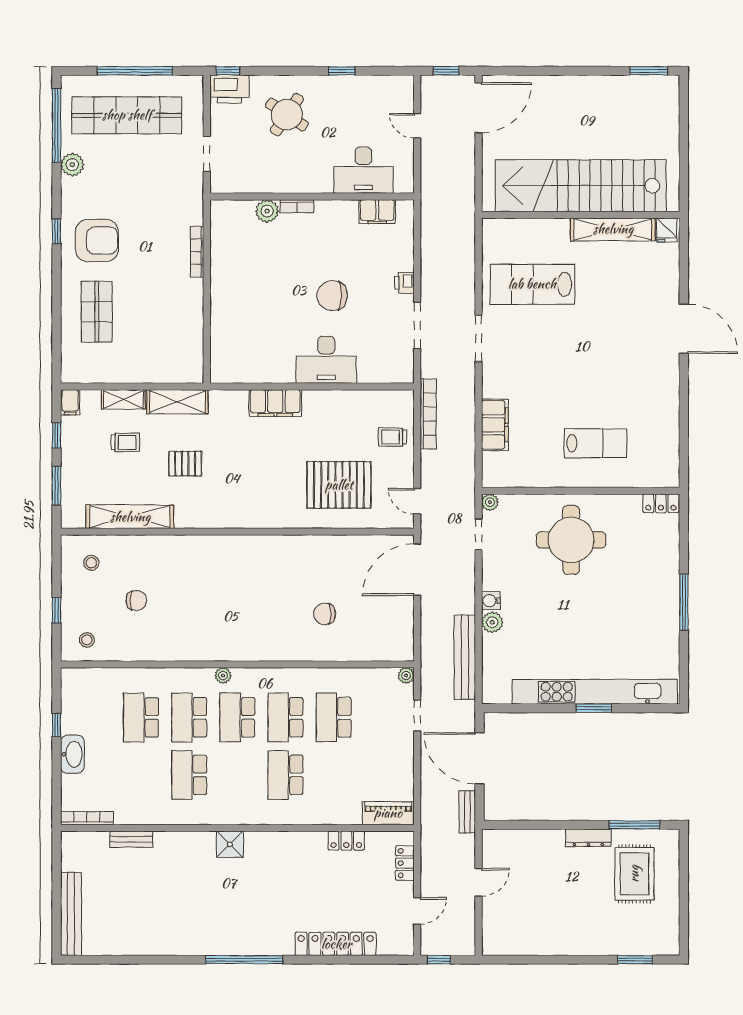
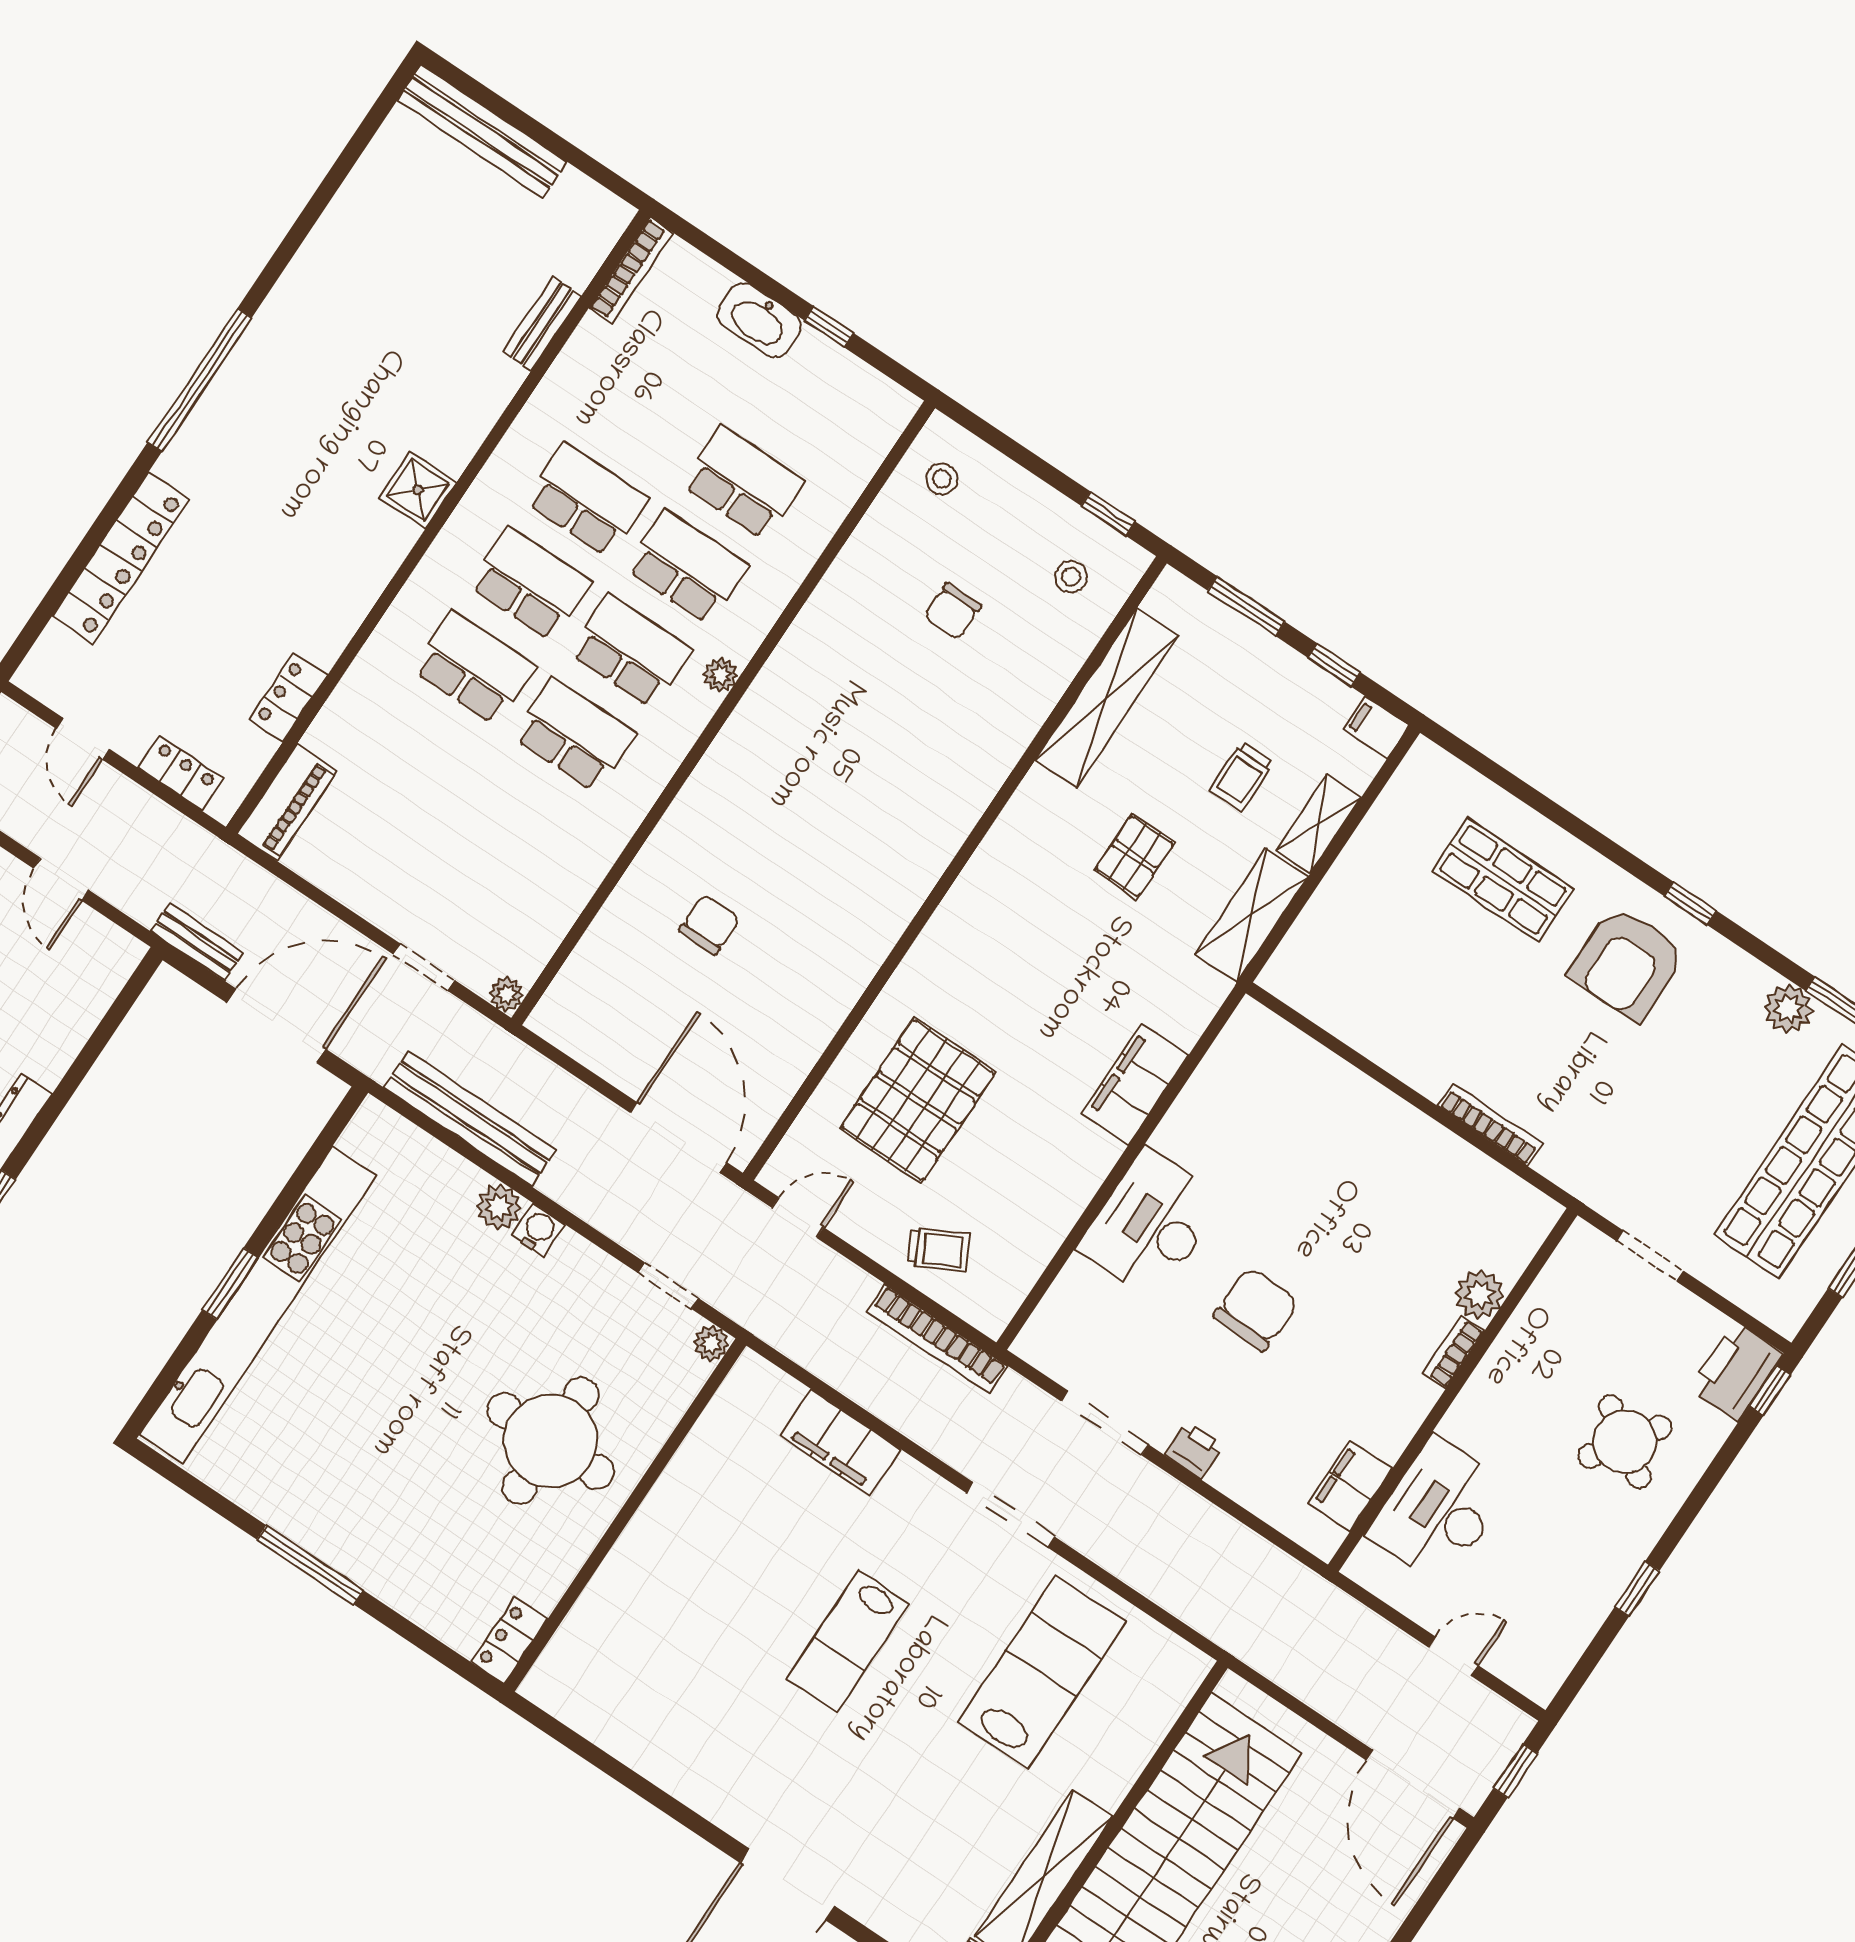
trolley: (392, 437) -> (939, 1249), turned 63
lab bench: (595, 443) -> (848, 1641), moved
window: (57, 610) -> (1108, 514), moved
school desk: (334, 717) -> (530, 584), moved

